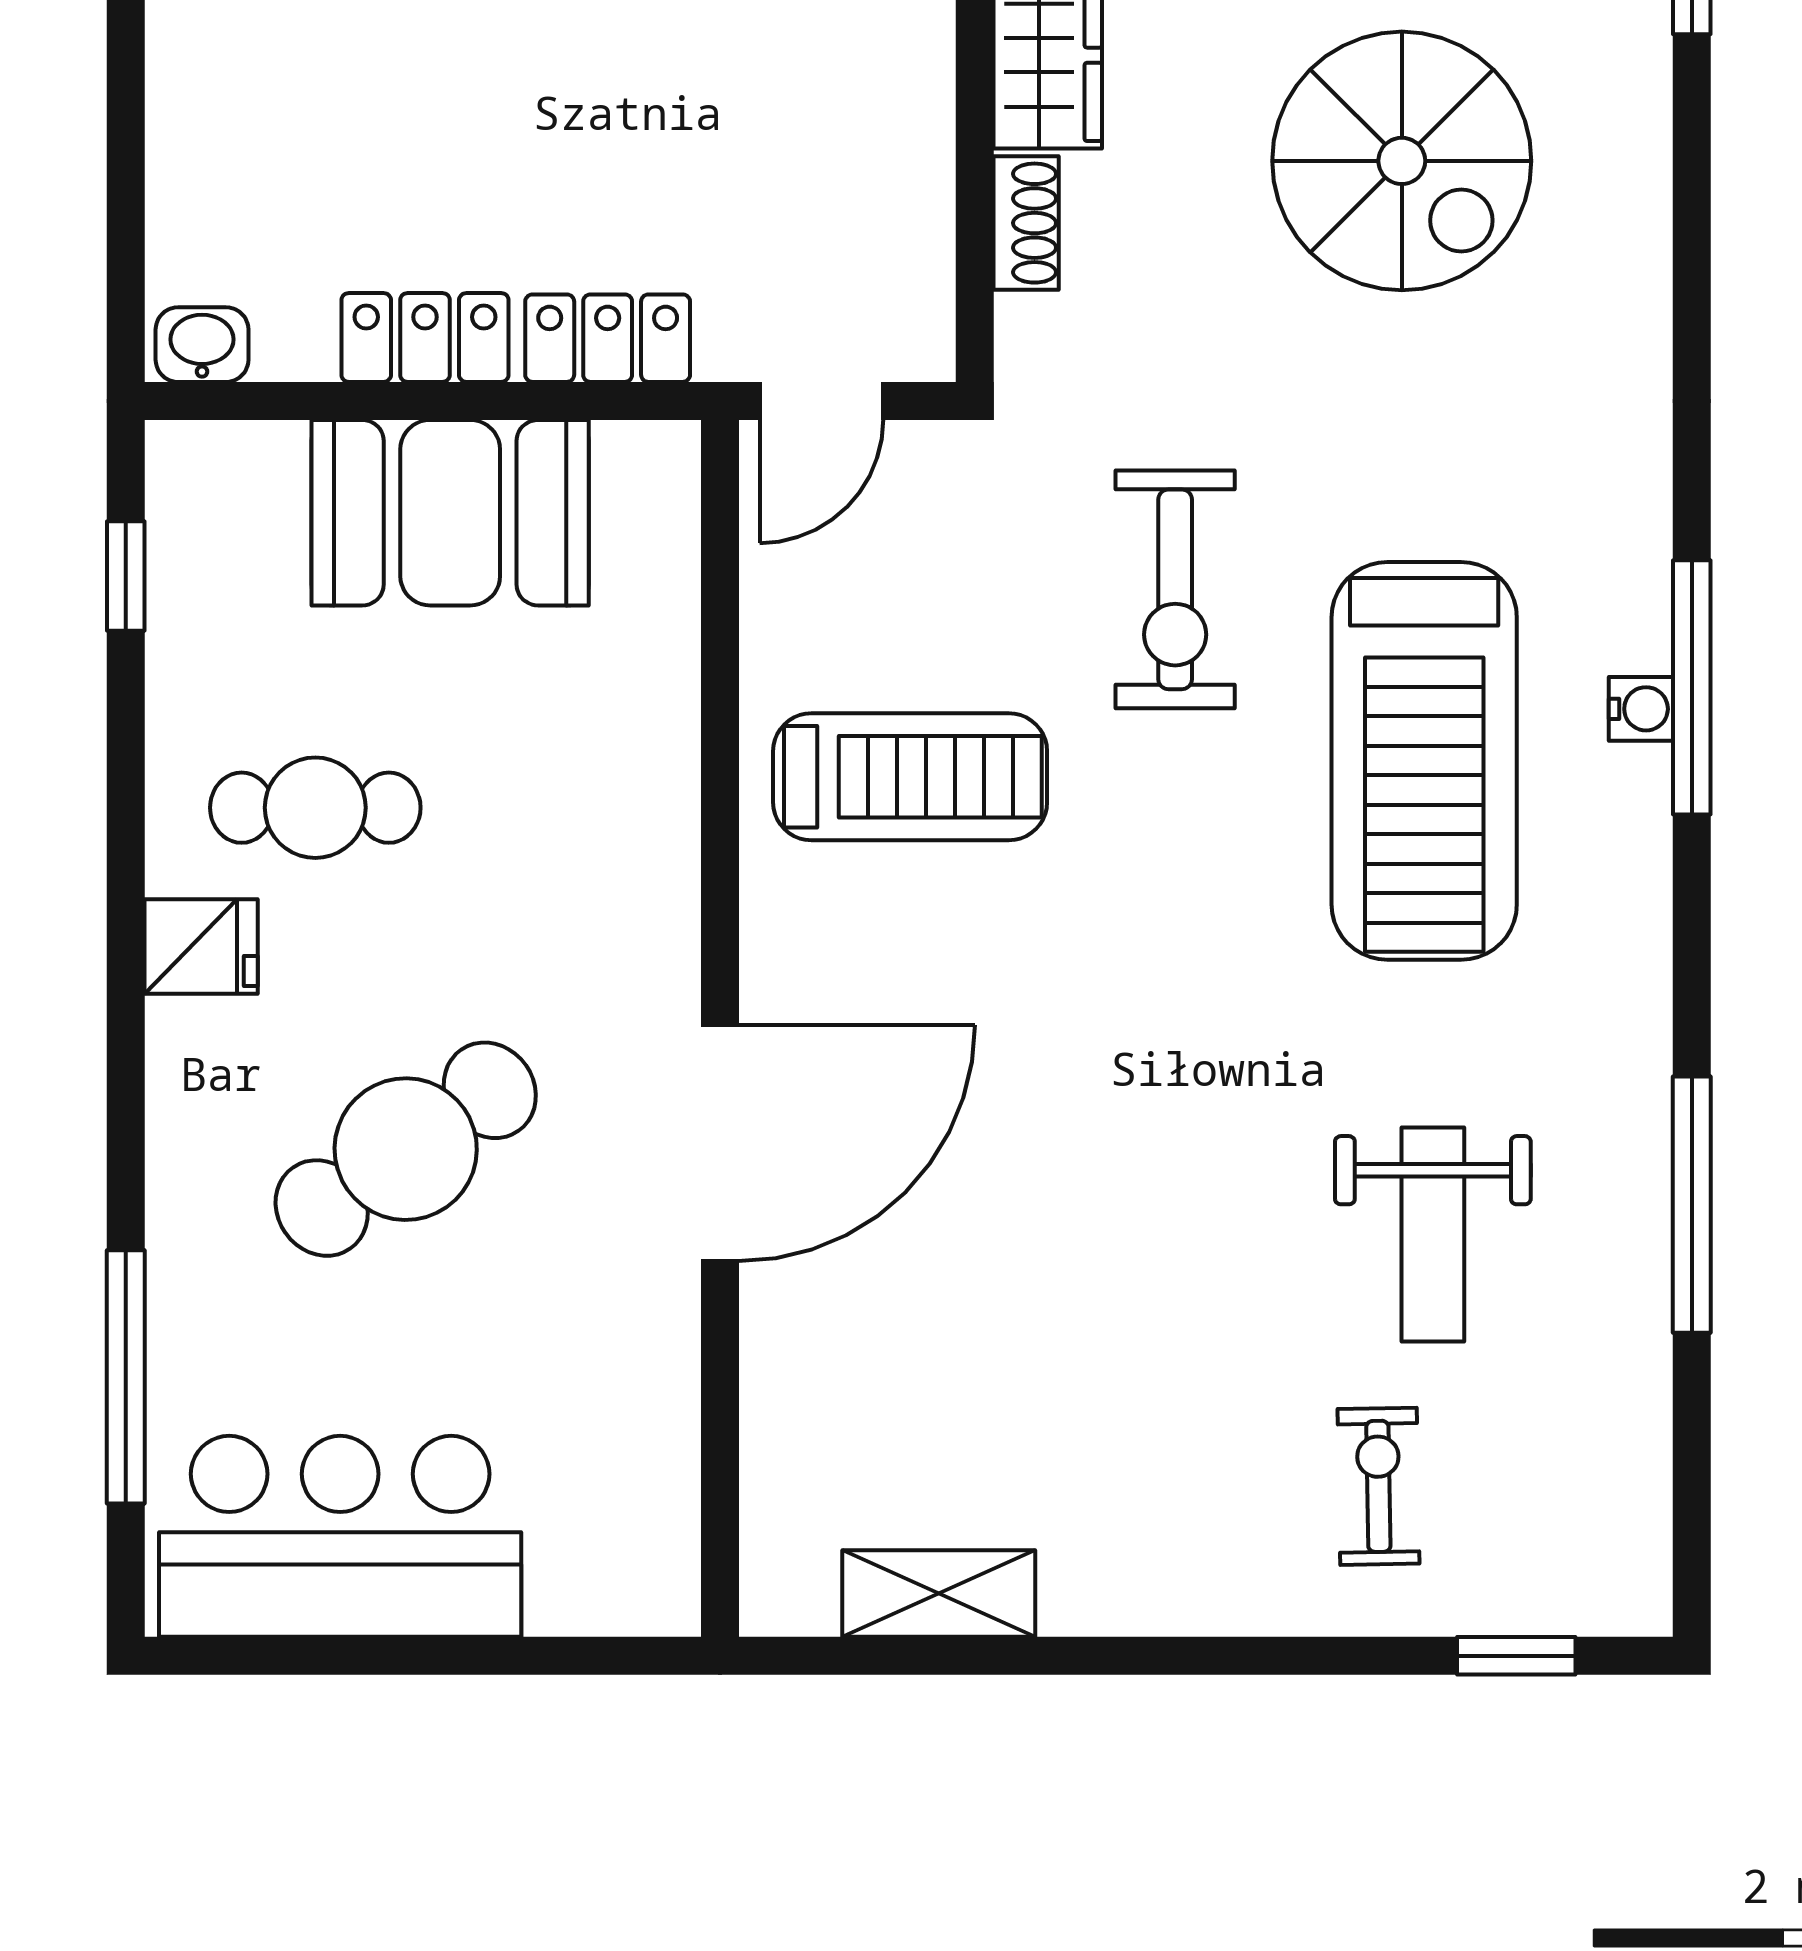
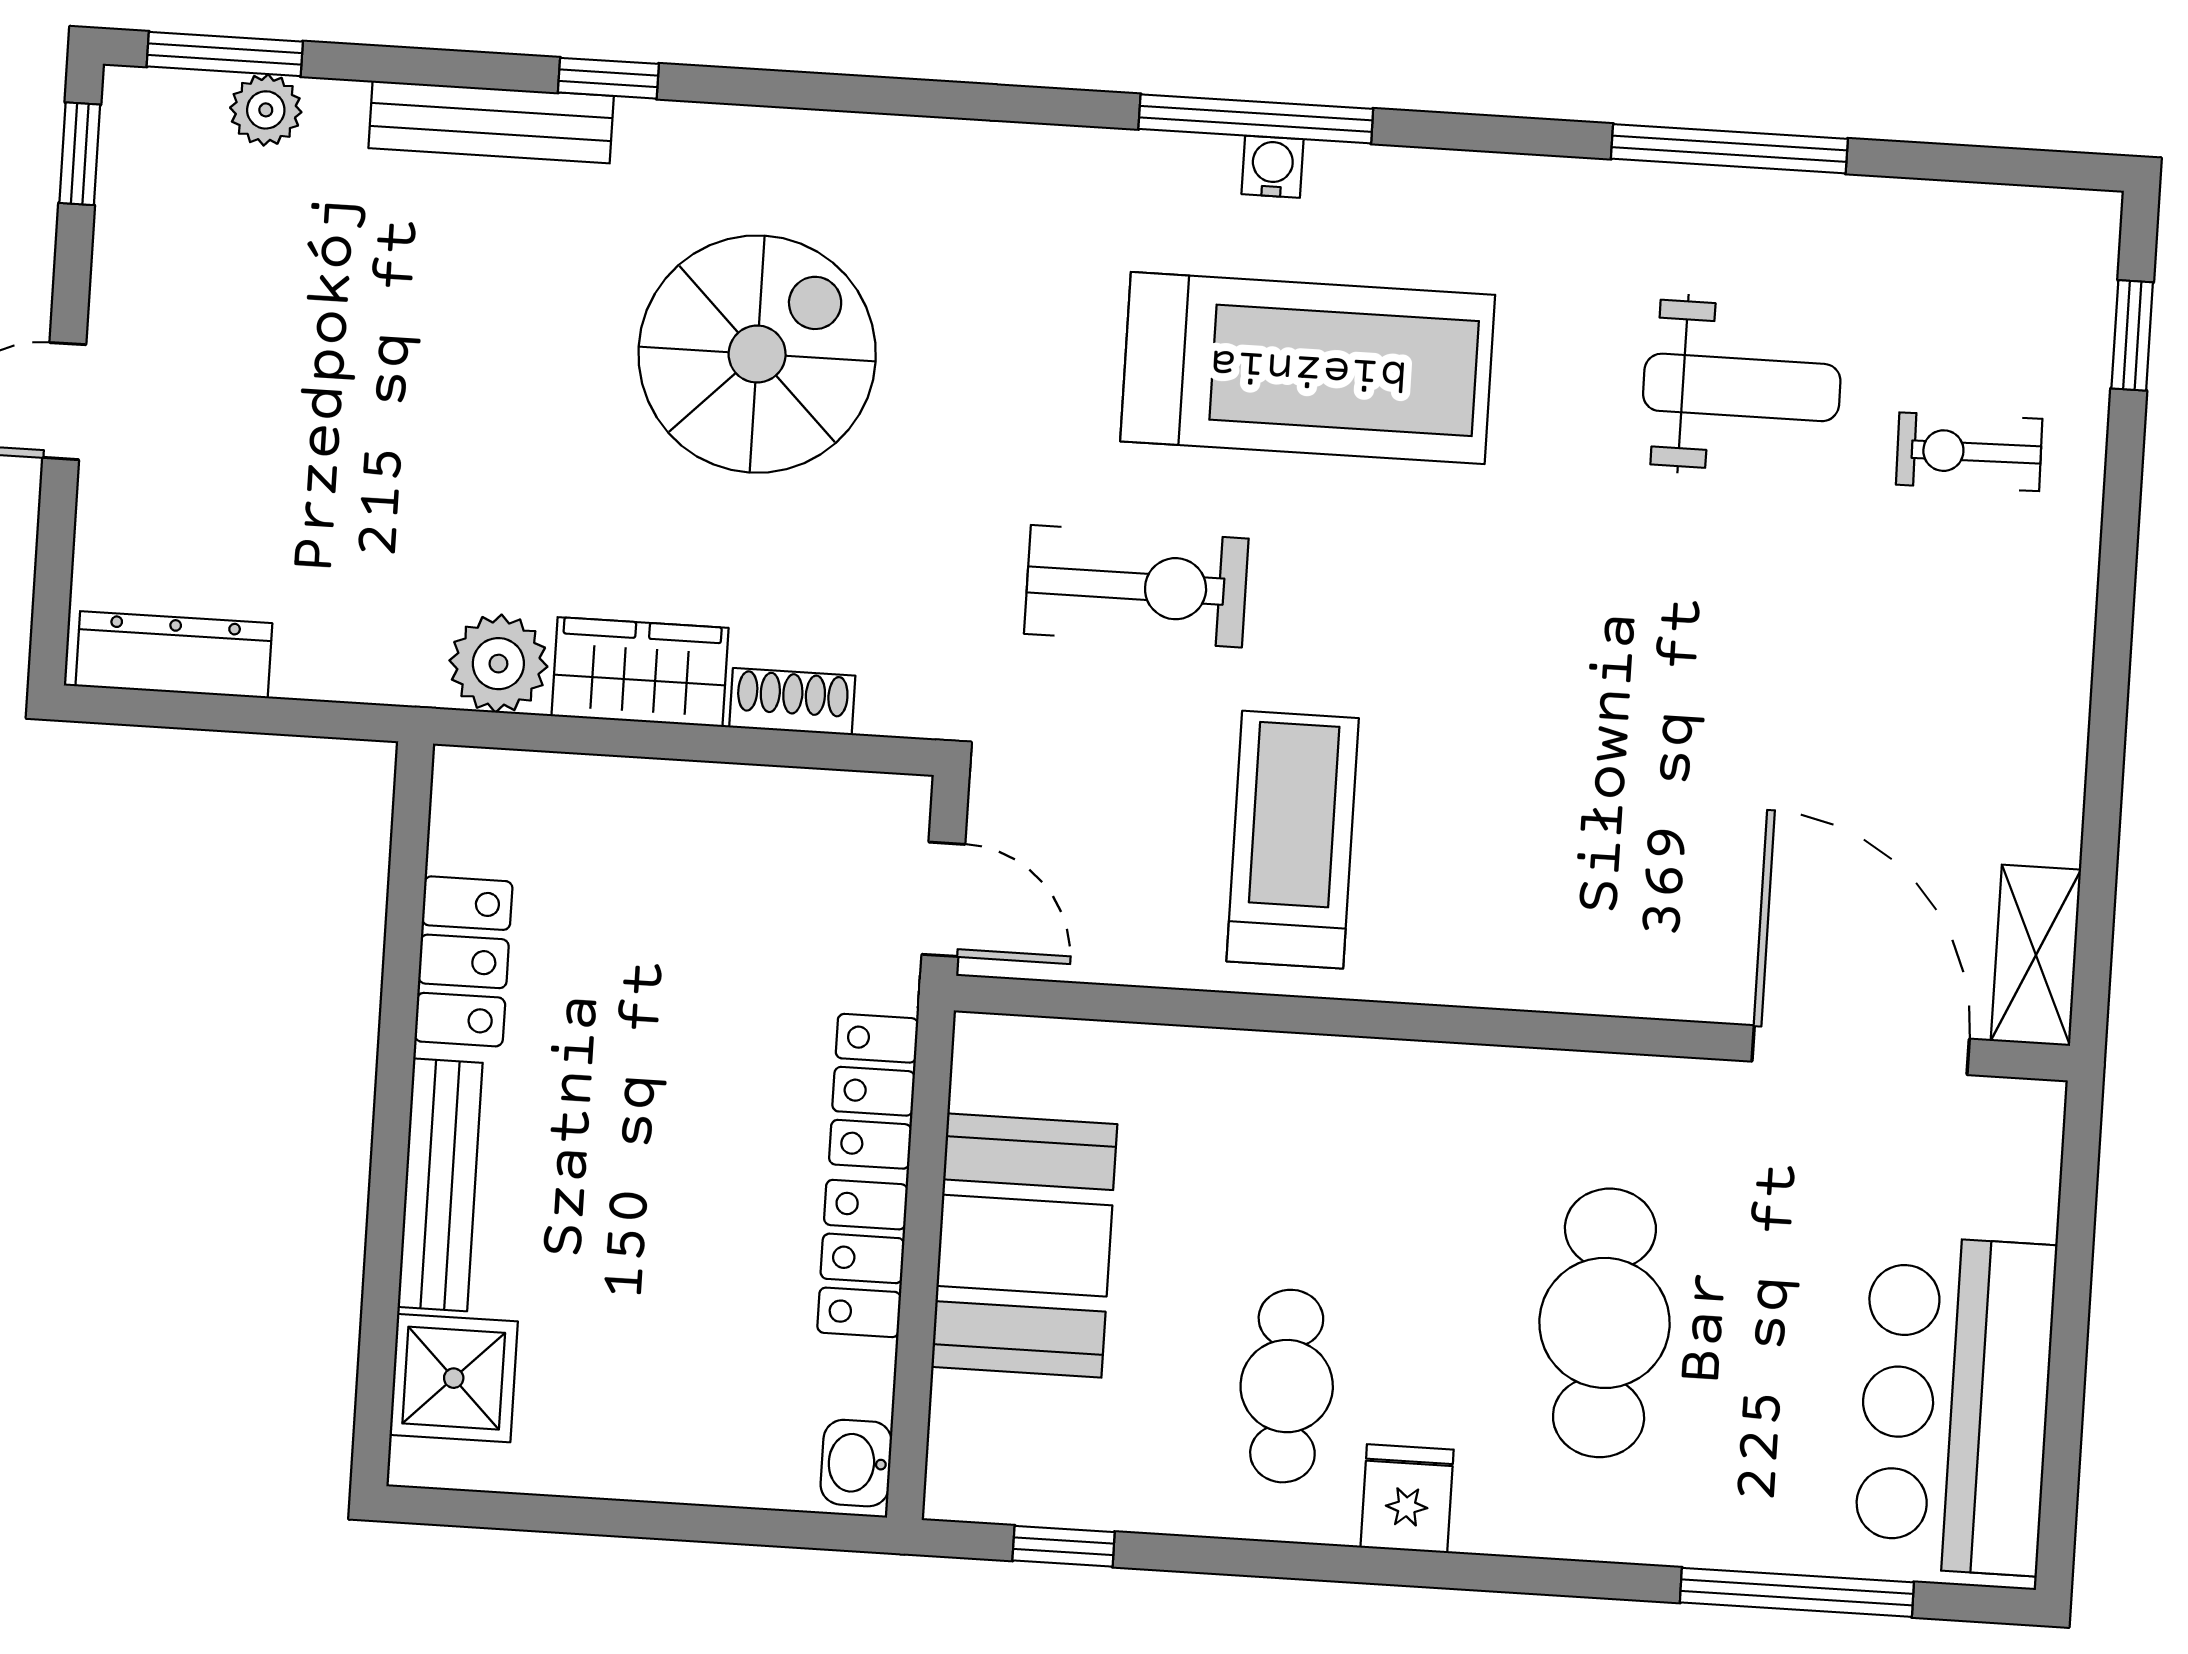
door: (720, 1143) -> (1861, 1050), moved
cafe table: (406, 1149) -> (1604, 1323), turned 35
shelving: (939, 1593) -> (2036, 955), moved

